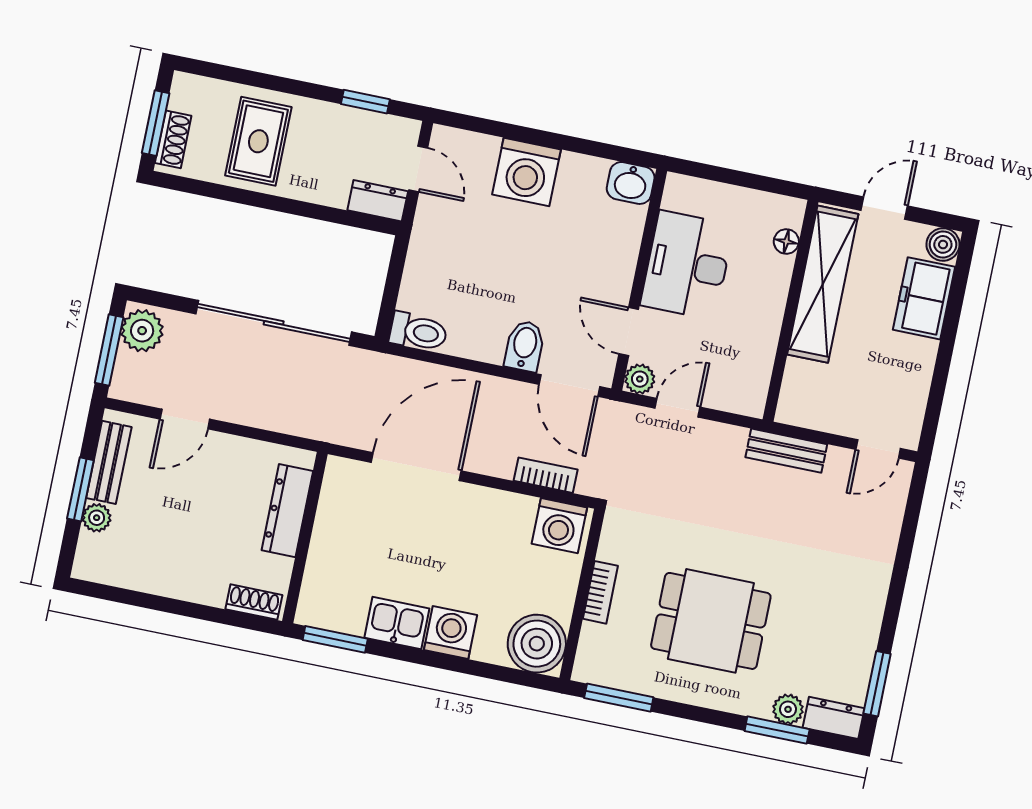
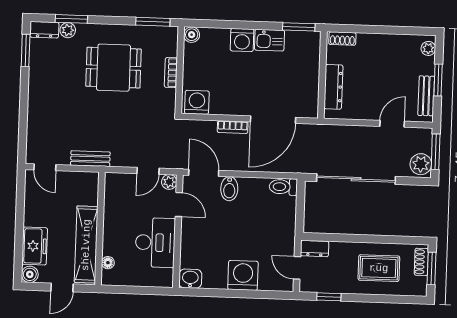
rug: (258, 141) -> (379, 268), turned 90
door: (878, 449) -> (45, 167), swing flipped
bookcase: (546, 475) -> (233, 127), moved
plant: (97, 518) -> (428, 48), moved
boiler: (537, 644) -> (192, 35), width x0.54, depth x0.54

